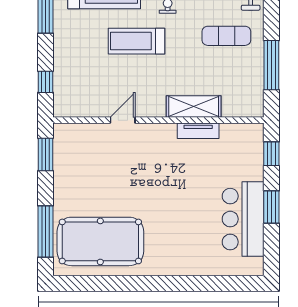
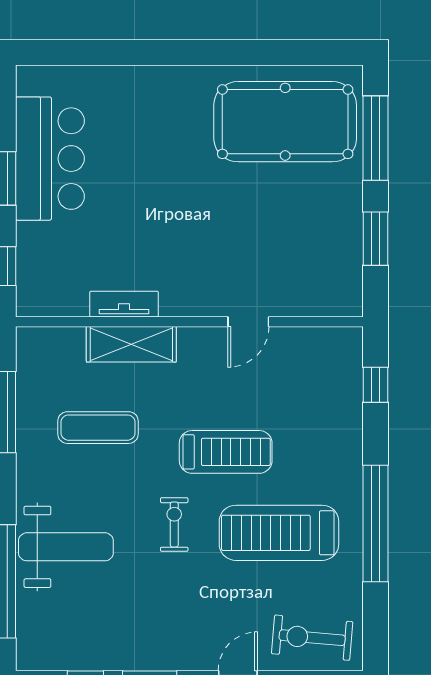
exercise mat: (226, 36) -> (98, 428), moved
window: (45, 155) -> (376, 239), moved

